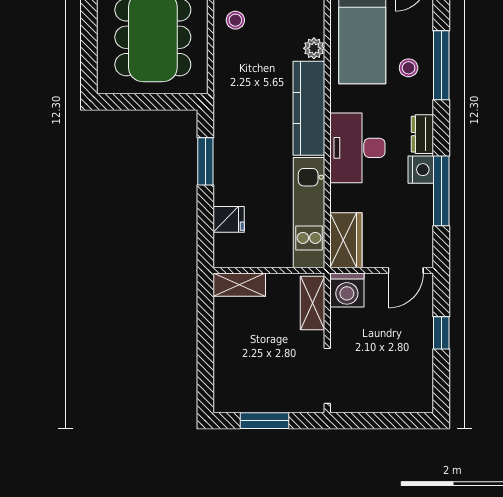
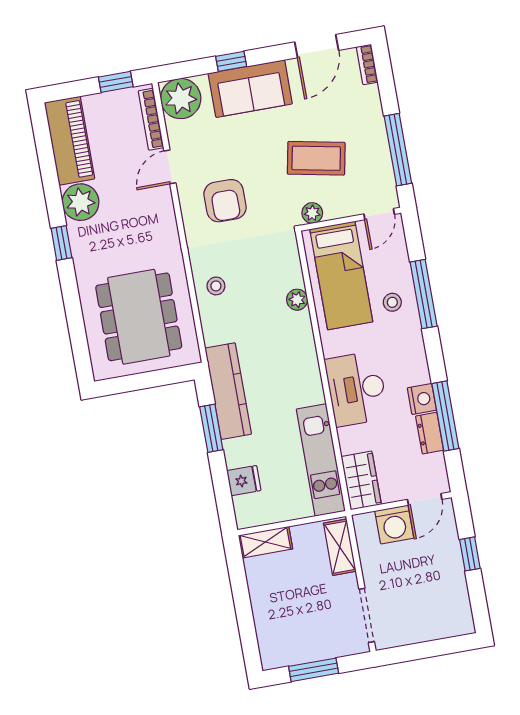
kitchen counter: (309, 108) -> (228, 391), moved, turned 180
dresser: (422, 134) -> (430, 433), moved
washing machine: (347, 290) -> (394, 525), moved

